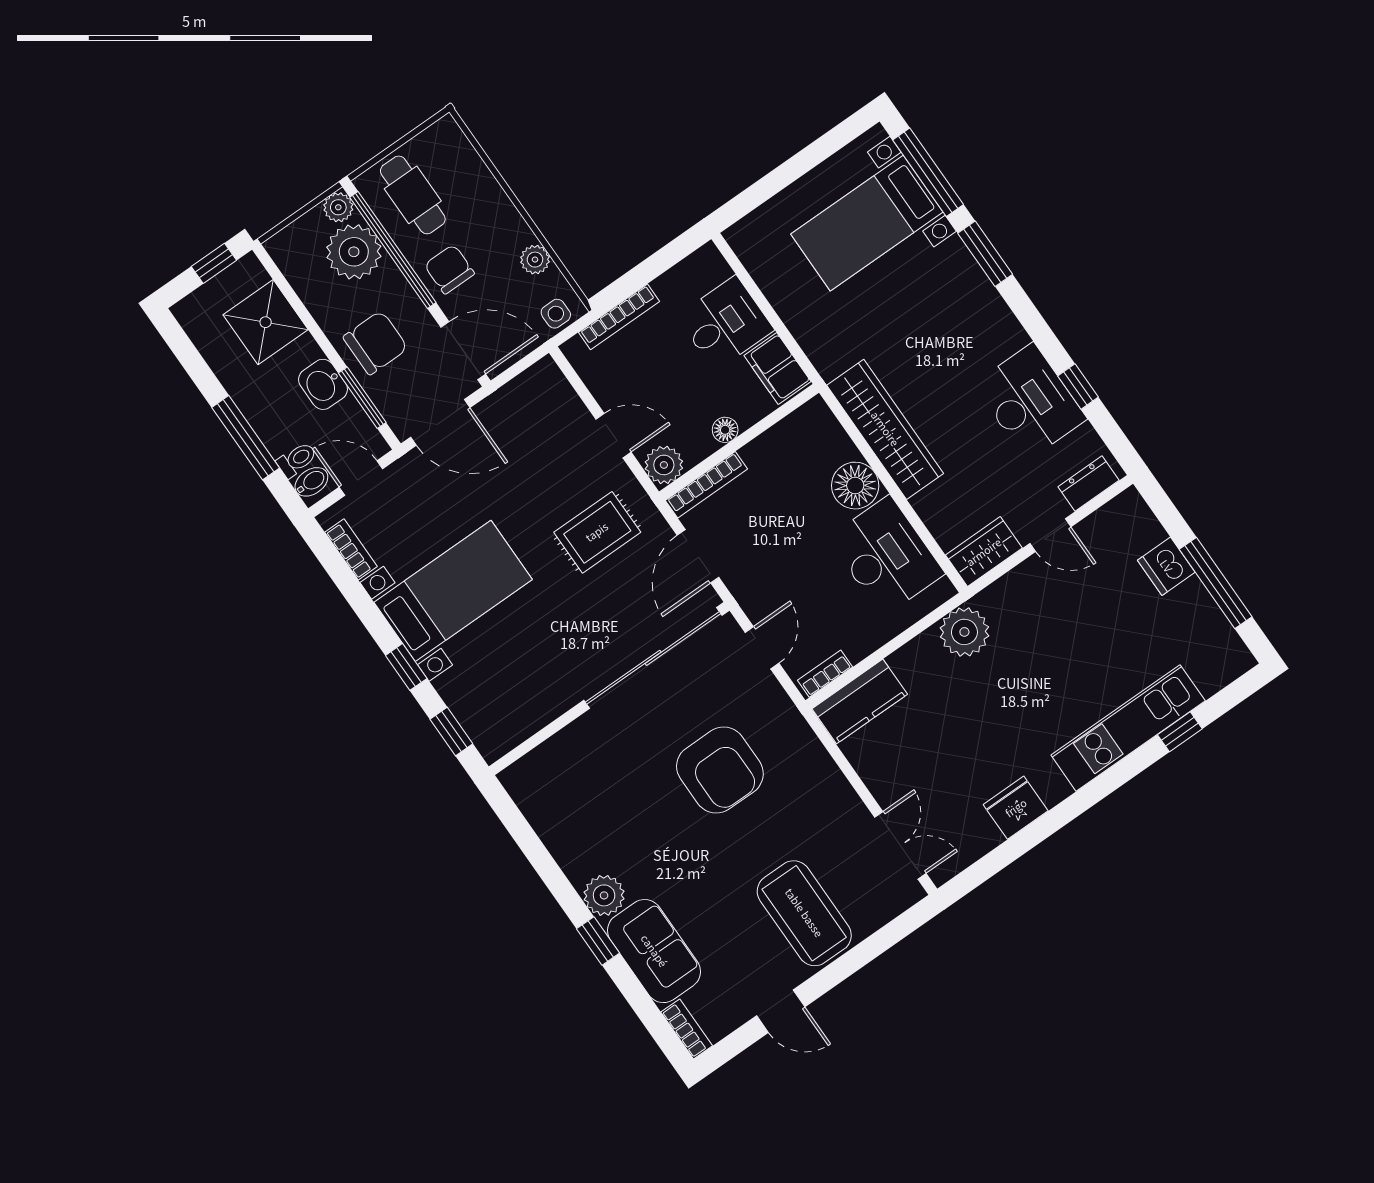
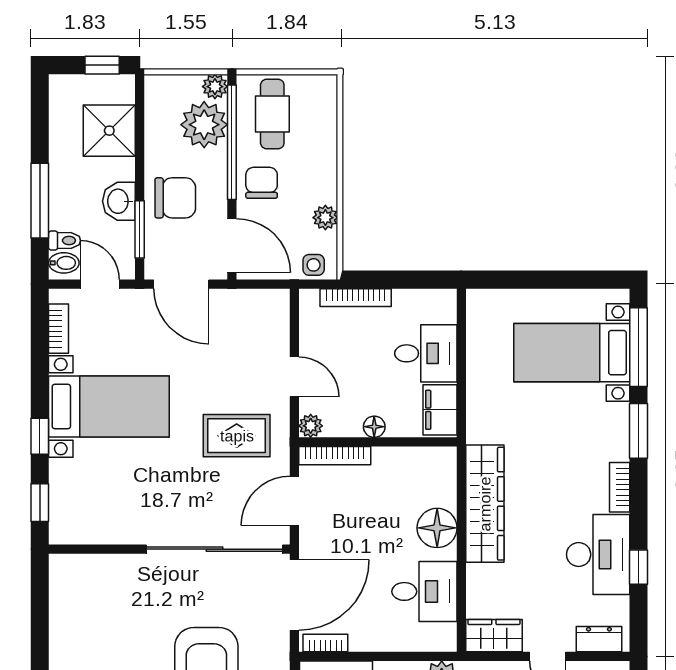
bookcase: (1005, 321) -> (620, 487), added
plant: (664, 465) -> (311, 426), width x0.73, depth x0.73
desk: (886, 556) -> (424, 591), width x0.73
door: (762, 648) -> (294, 595), width x1.88

